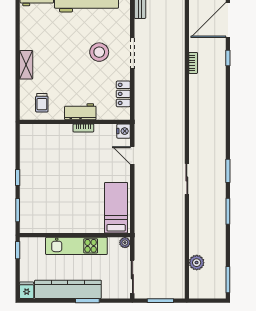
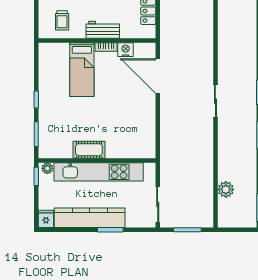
nightstand: (124, 131) -> (126, 50), moved, turned -90
door: (132, 155) -> (158, 76), width x1.87
bed: (116, 208) -> (82, 70), moved, turned 180
cot: (67, 225) -> (89, 150), added
plant: (125, 243) -> (47, 168), moved
kitchen unit: (76, 246) -> (99, 172), width x1.36

